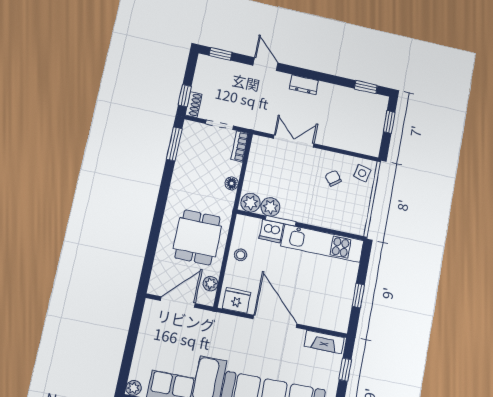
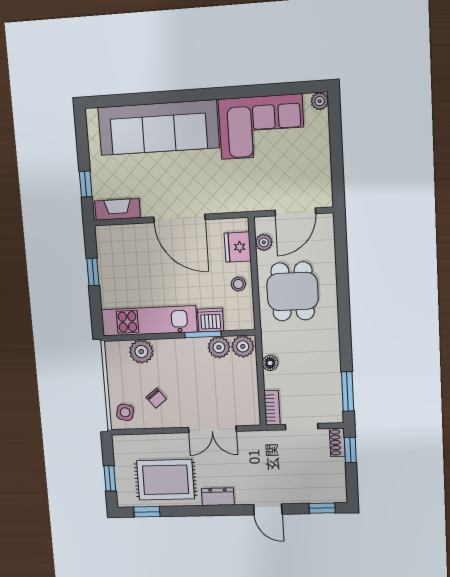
rug: (343, 109) -> (166, 480), added
plant: (335, 220) -> (141, 352), added
fridge: (237, 300) -> (238, 247), moved, turned 90

